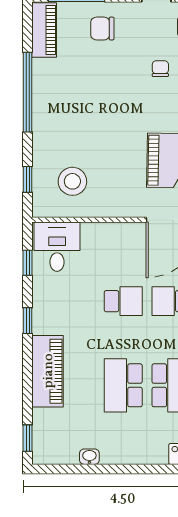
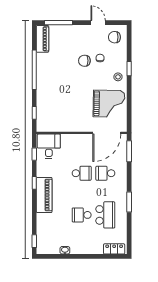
chair: (102, 29) -> (84, 61), moved
stool: (72, 181) -> (56, 114), removed
piano: (48, 371) -> (44, 195), moved
school desk: (123, 385) -> (82, 215), width x0.54

